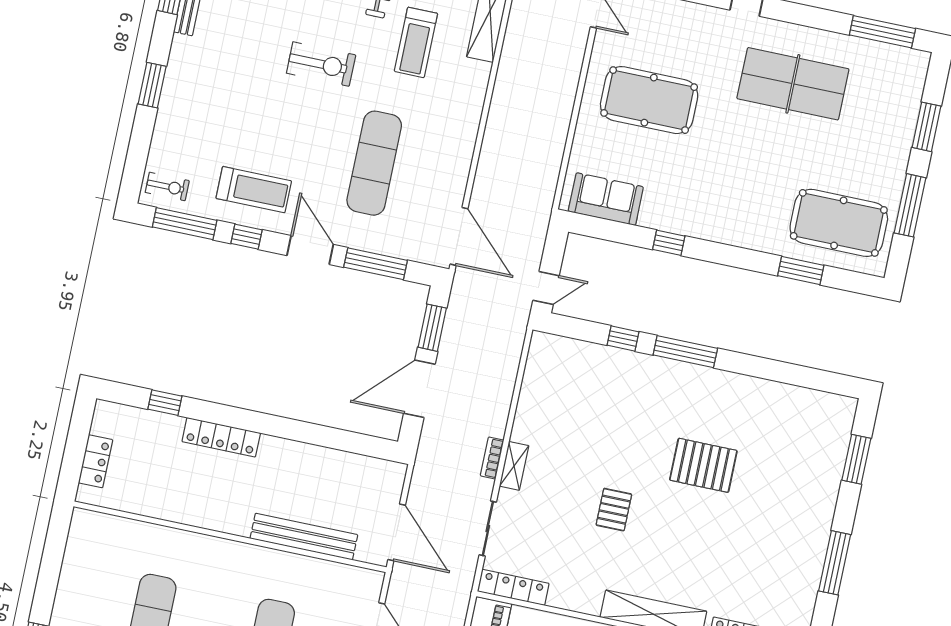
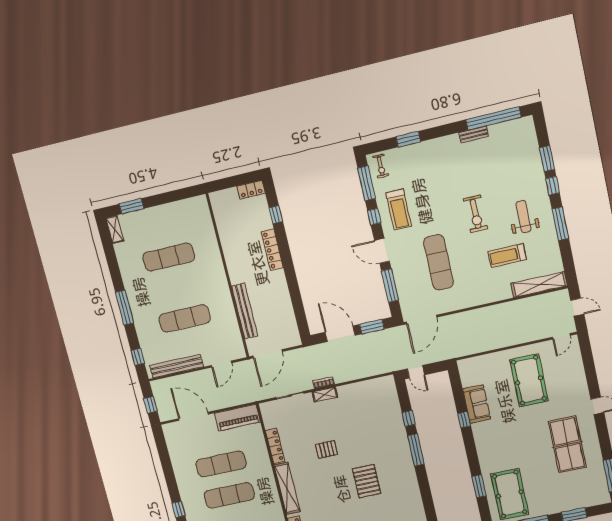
window: (152, 85) -> (408, 139), moved
exercise mat: (374, 163) -> (439, 262), turned 90
sofa: (606, 199) -> (477, 404), moved
door: (310, 250) -> (382, 251), swing flipped
locker: (96, 461) -> (251, 190), moved
locker: (513, 587) -> (275, 446), moved

